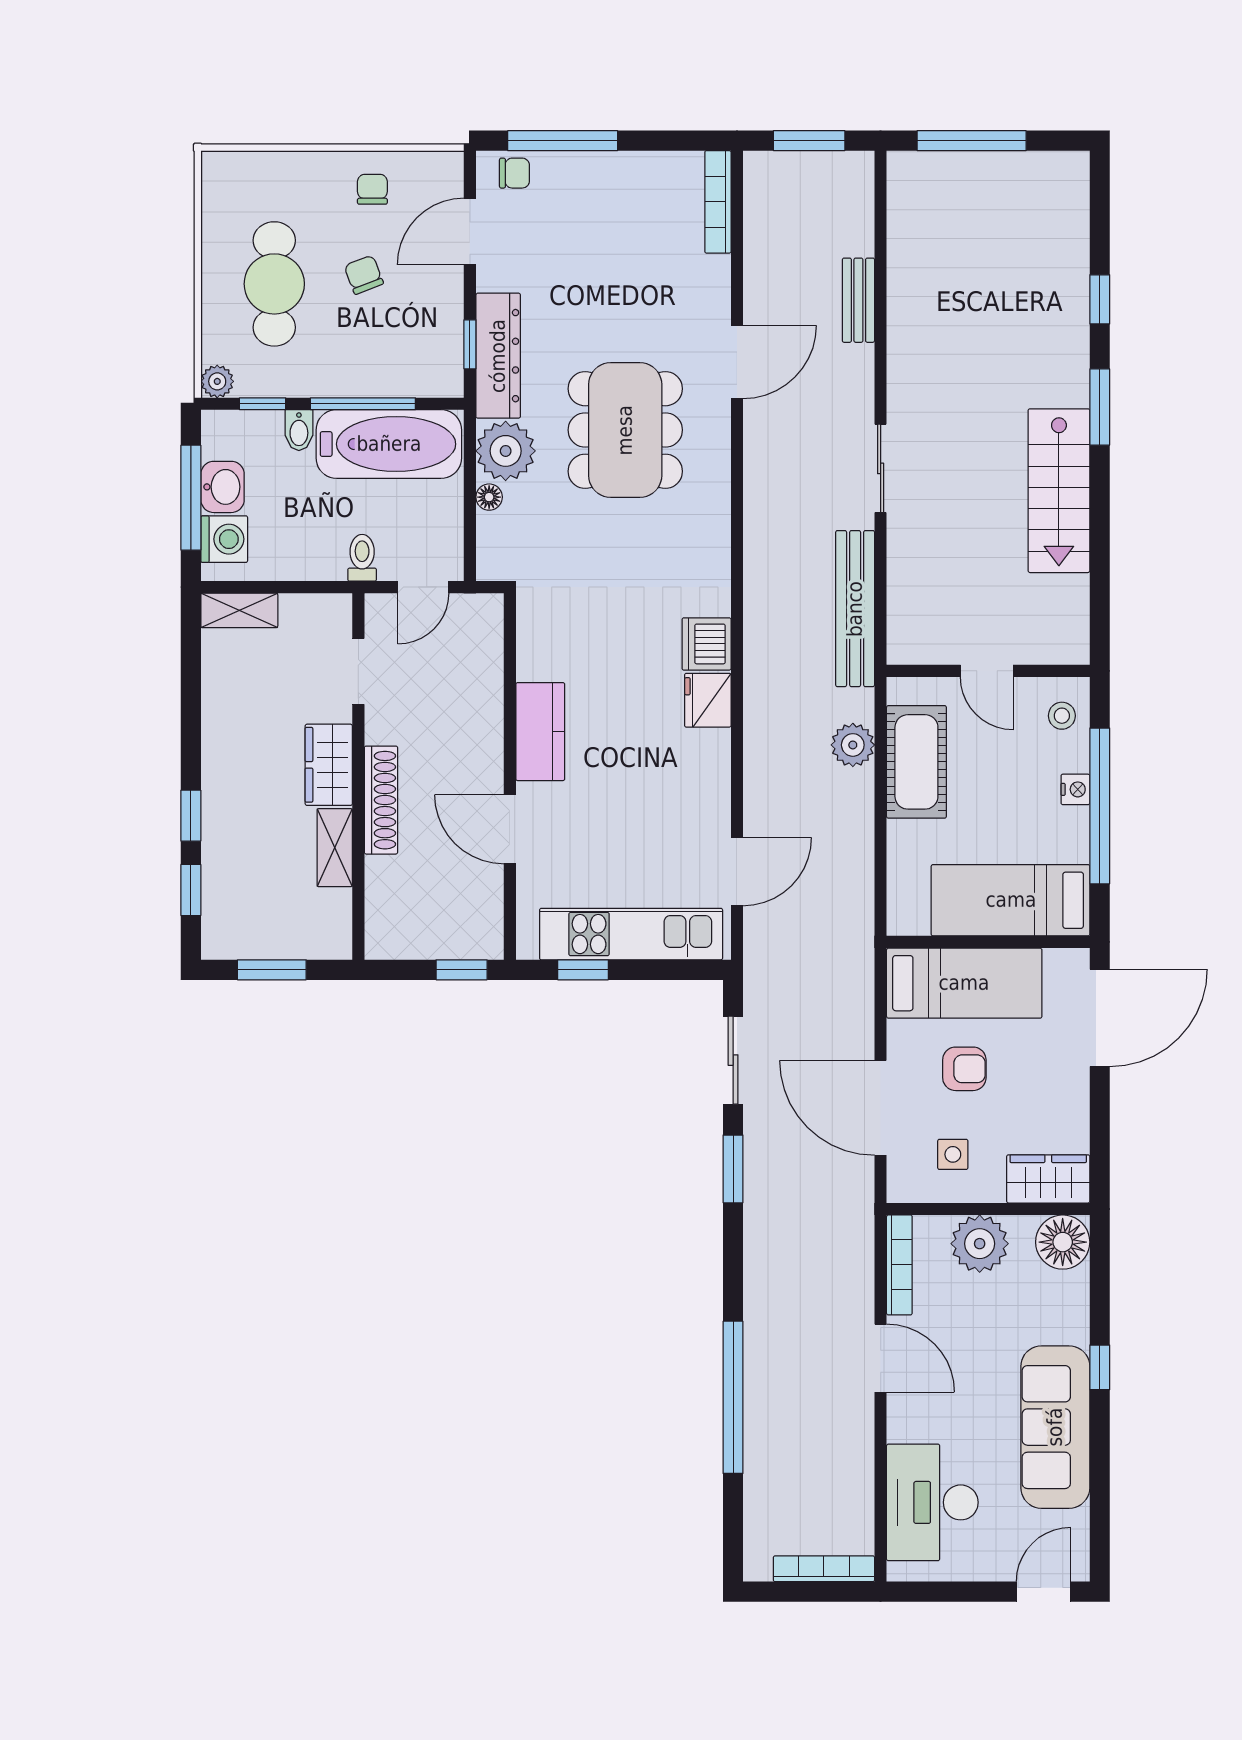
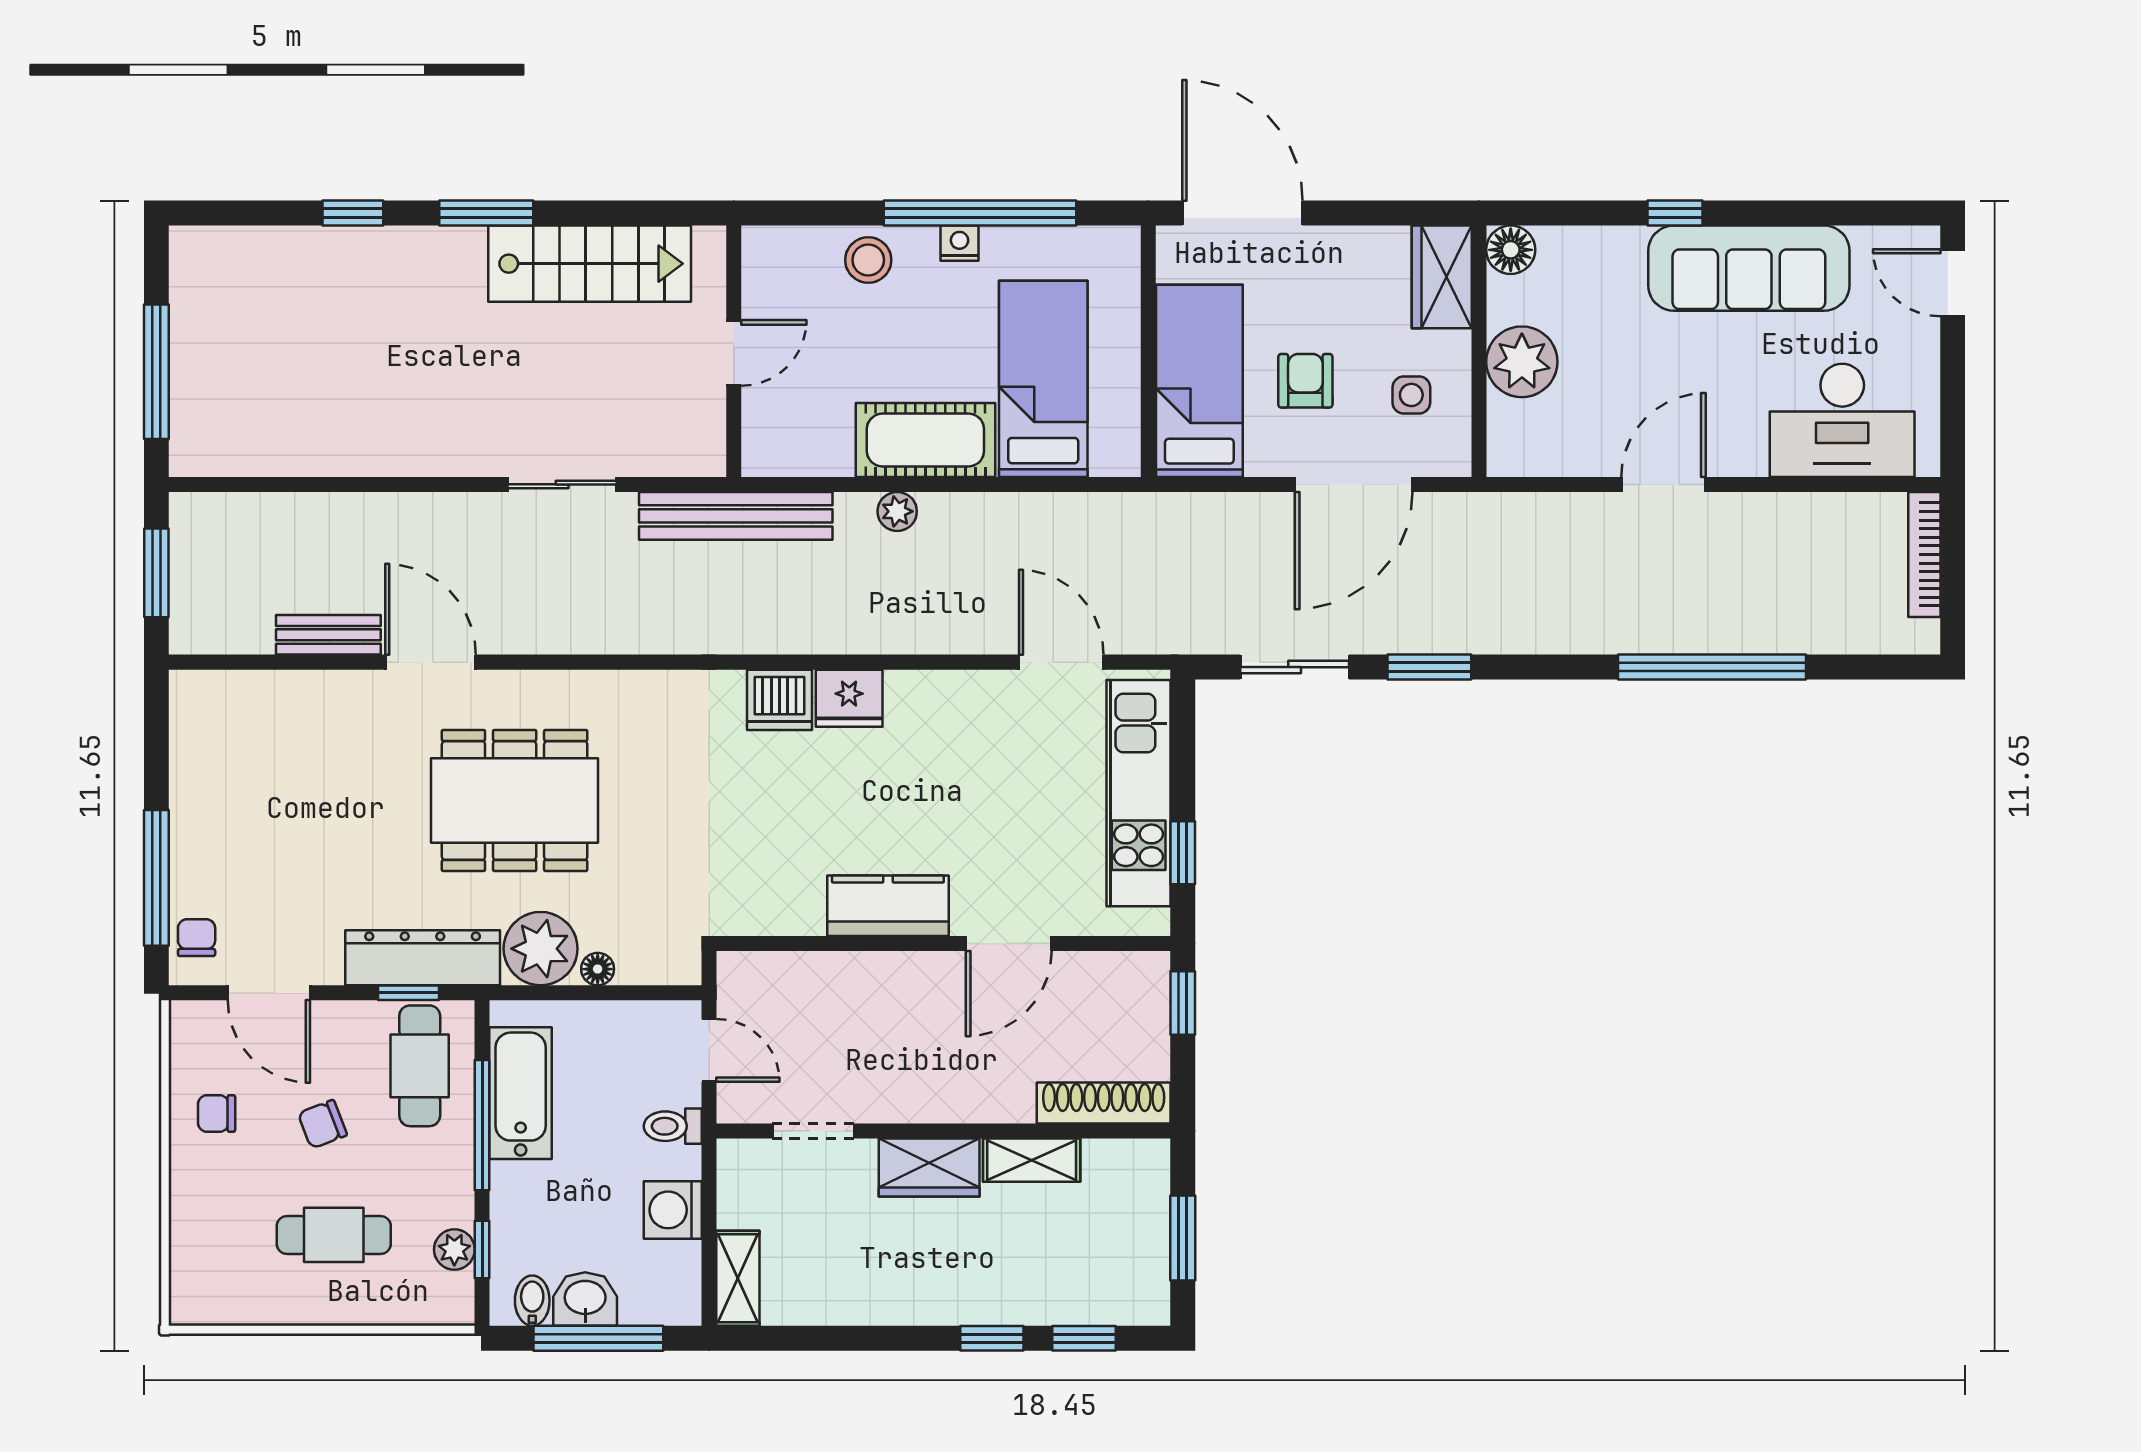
bookcase: (718, 202) -> (232, 686), removed
cafe table: (274, 284) -> (334, 1235), width x0.73, depth x0.74
bench: (858, 300) -> (328, 635), moved
cafe table: (411, 353) -> (420, 1066), added
plant: (217, 381) -> (454, 1250), moved
bidet: (299, 430) -> (532, 1301), moved, turned -90
bathtub: (389, 444) -> (521, 1093), width x0.73, depth x0.73
washing machine: (224, 539) -> (673, 1210), moved, turned -90
door: (987, 671) -> (734, 353), moved
wall: (988, 671) -> (734, 351), moved
stool: (1062, 716) -> (868, 260), width x1.37, depth x1.37
plant: (853, 745) -> (897, 511), width x0.73, depth x0.73
shoe rack: (381, 800) -> (1104, 1103), moved
bed: (1011, 900) -> (1043, 379), moved, turned 180
floor lamp: (1063, 1242) -> (1511, 250), width x0.73, depth x0.73
bookcase: (899, 1265) -> (1548, 461), removed

